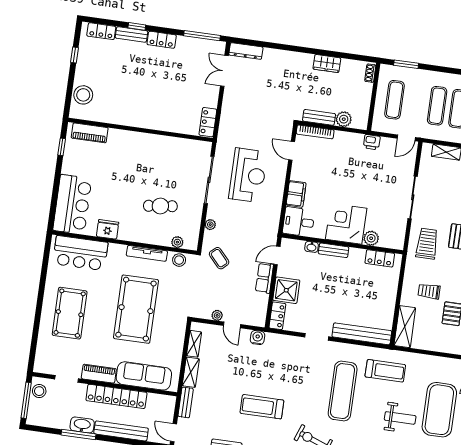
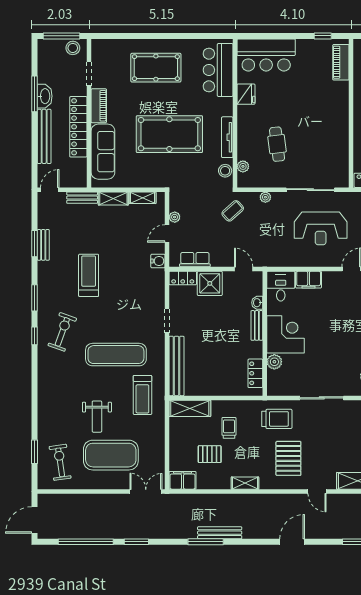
row of seats: (264, 278) -> (195, 260), moved

